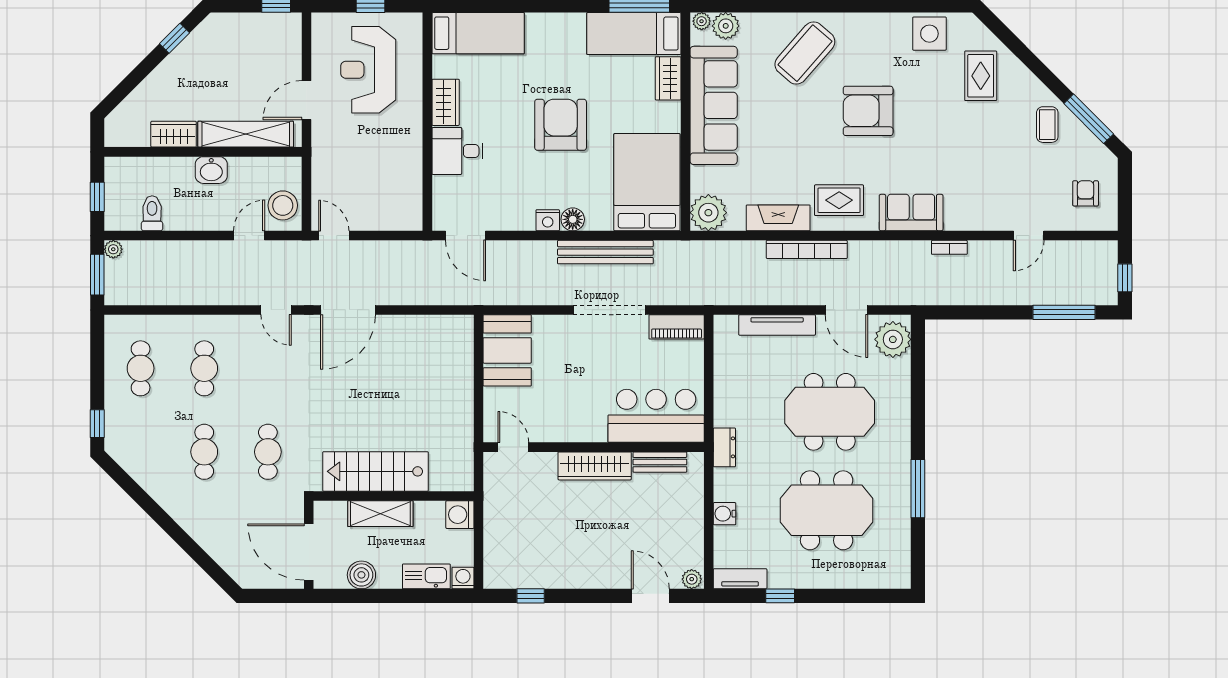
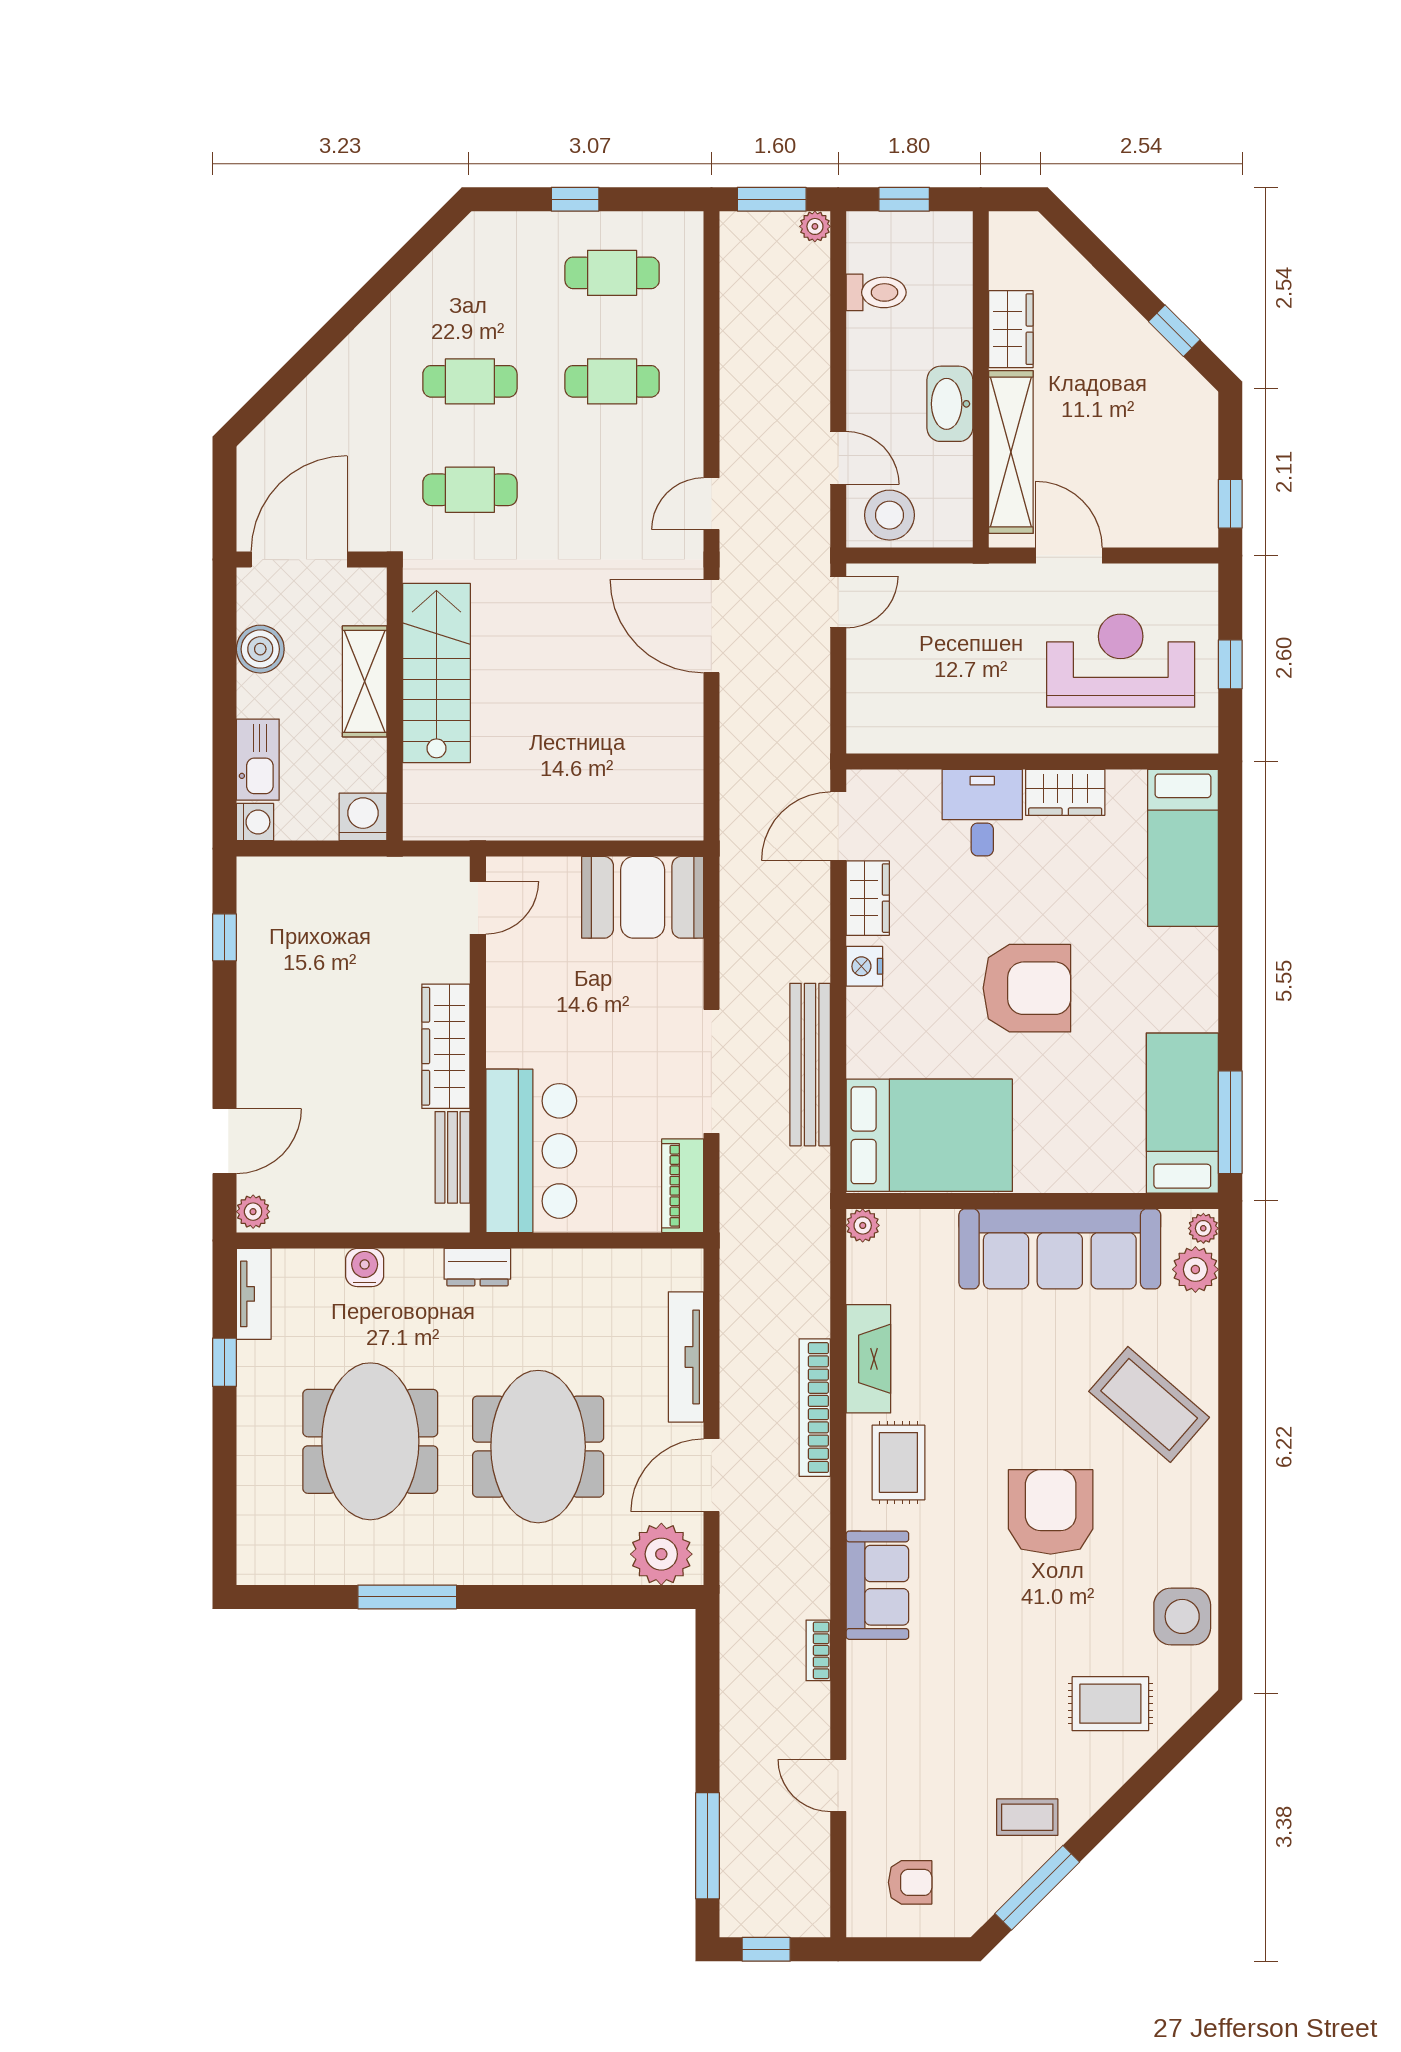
wardrobe: (668, 78) -> (868, 898), moved, turned 90
washbasin: (211, 170) -> (950, 404), width x1.38
plant: (708, 213) -> (863, 1225), width x0.53, depth x0.53
floor lamp: (573, 219) -> (866, 1009), removed
window: (97, 424) -> (575, 199), moved

